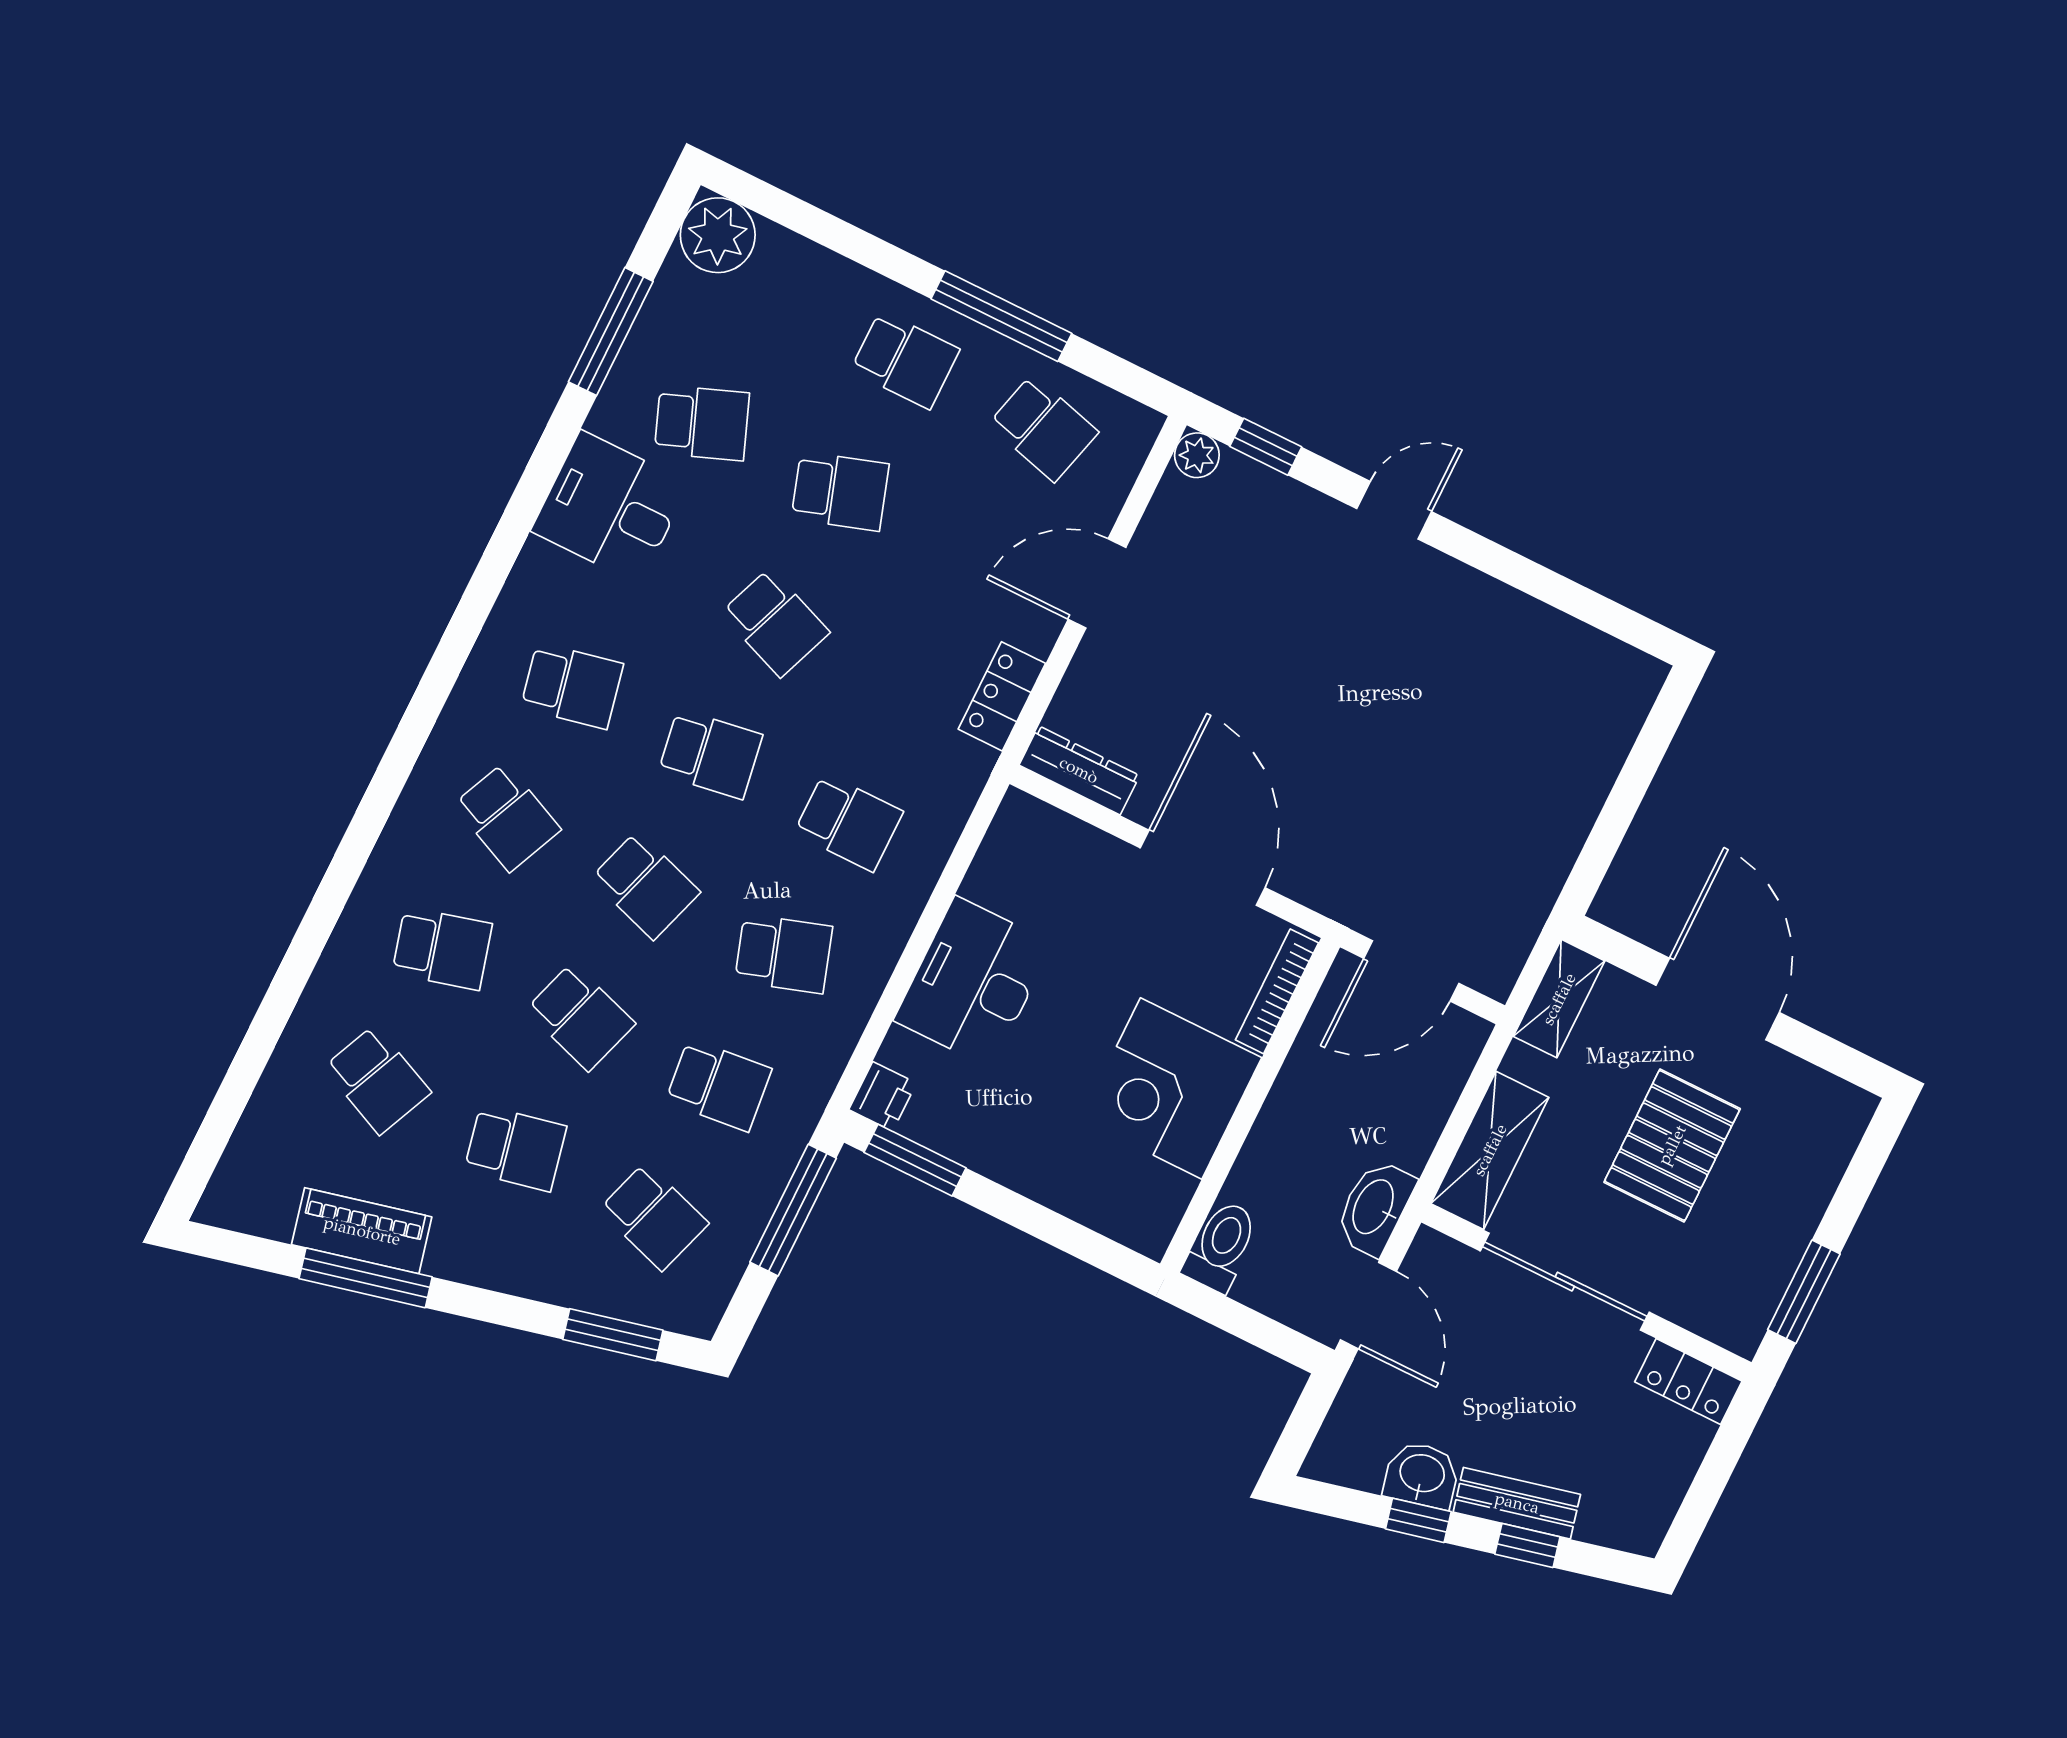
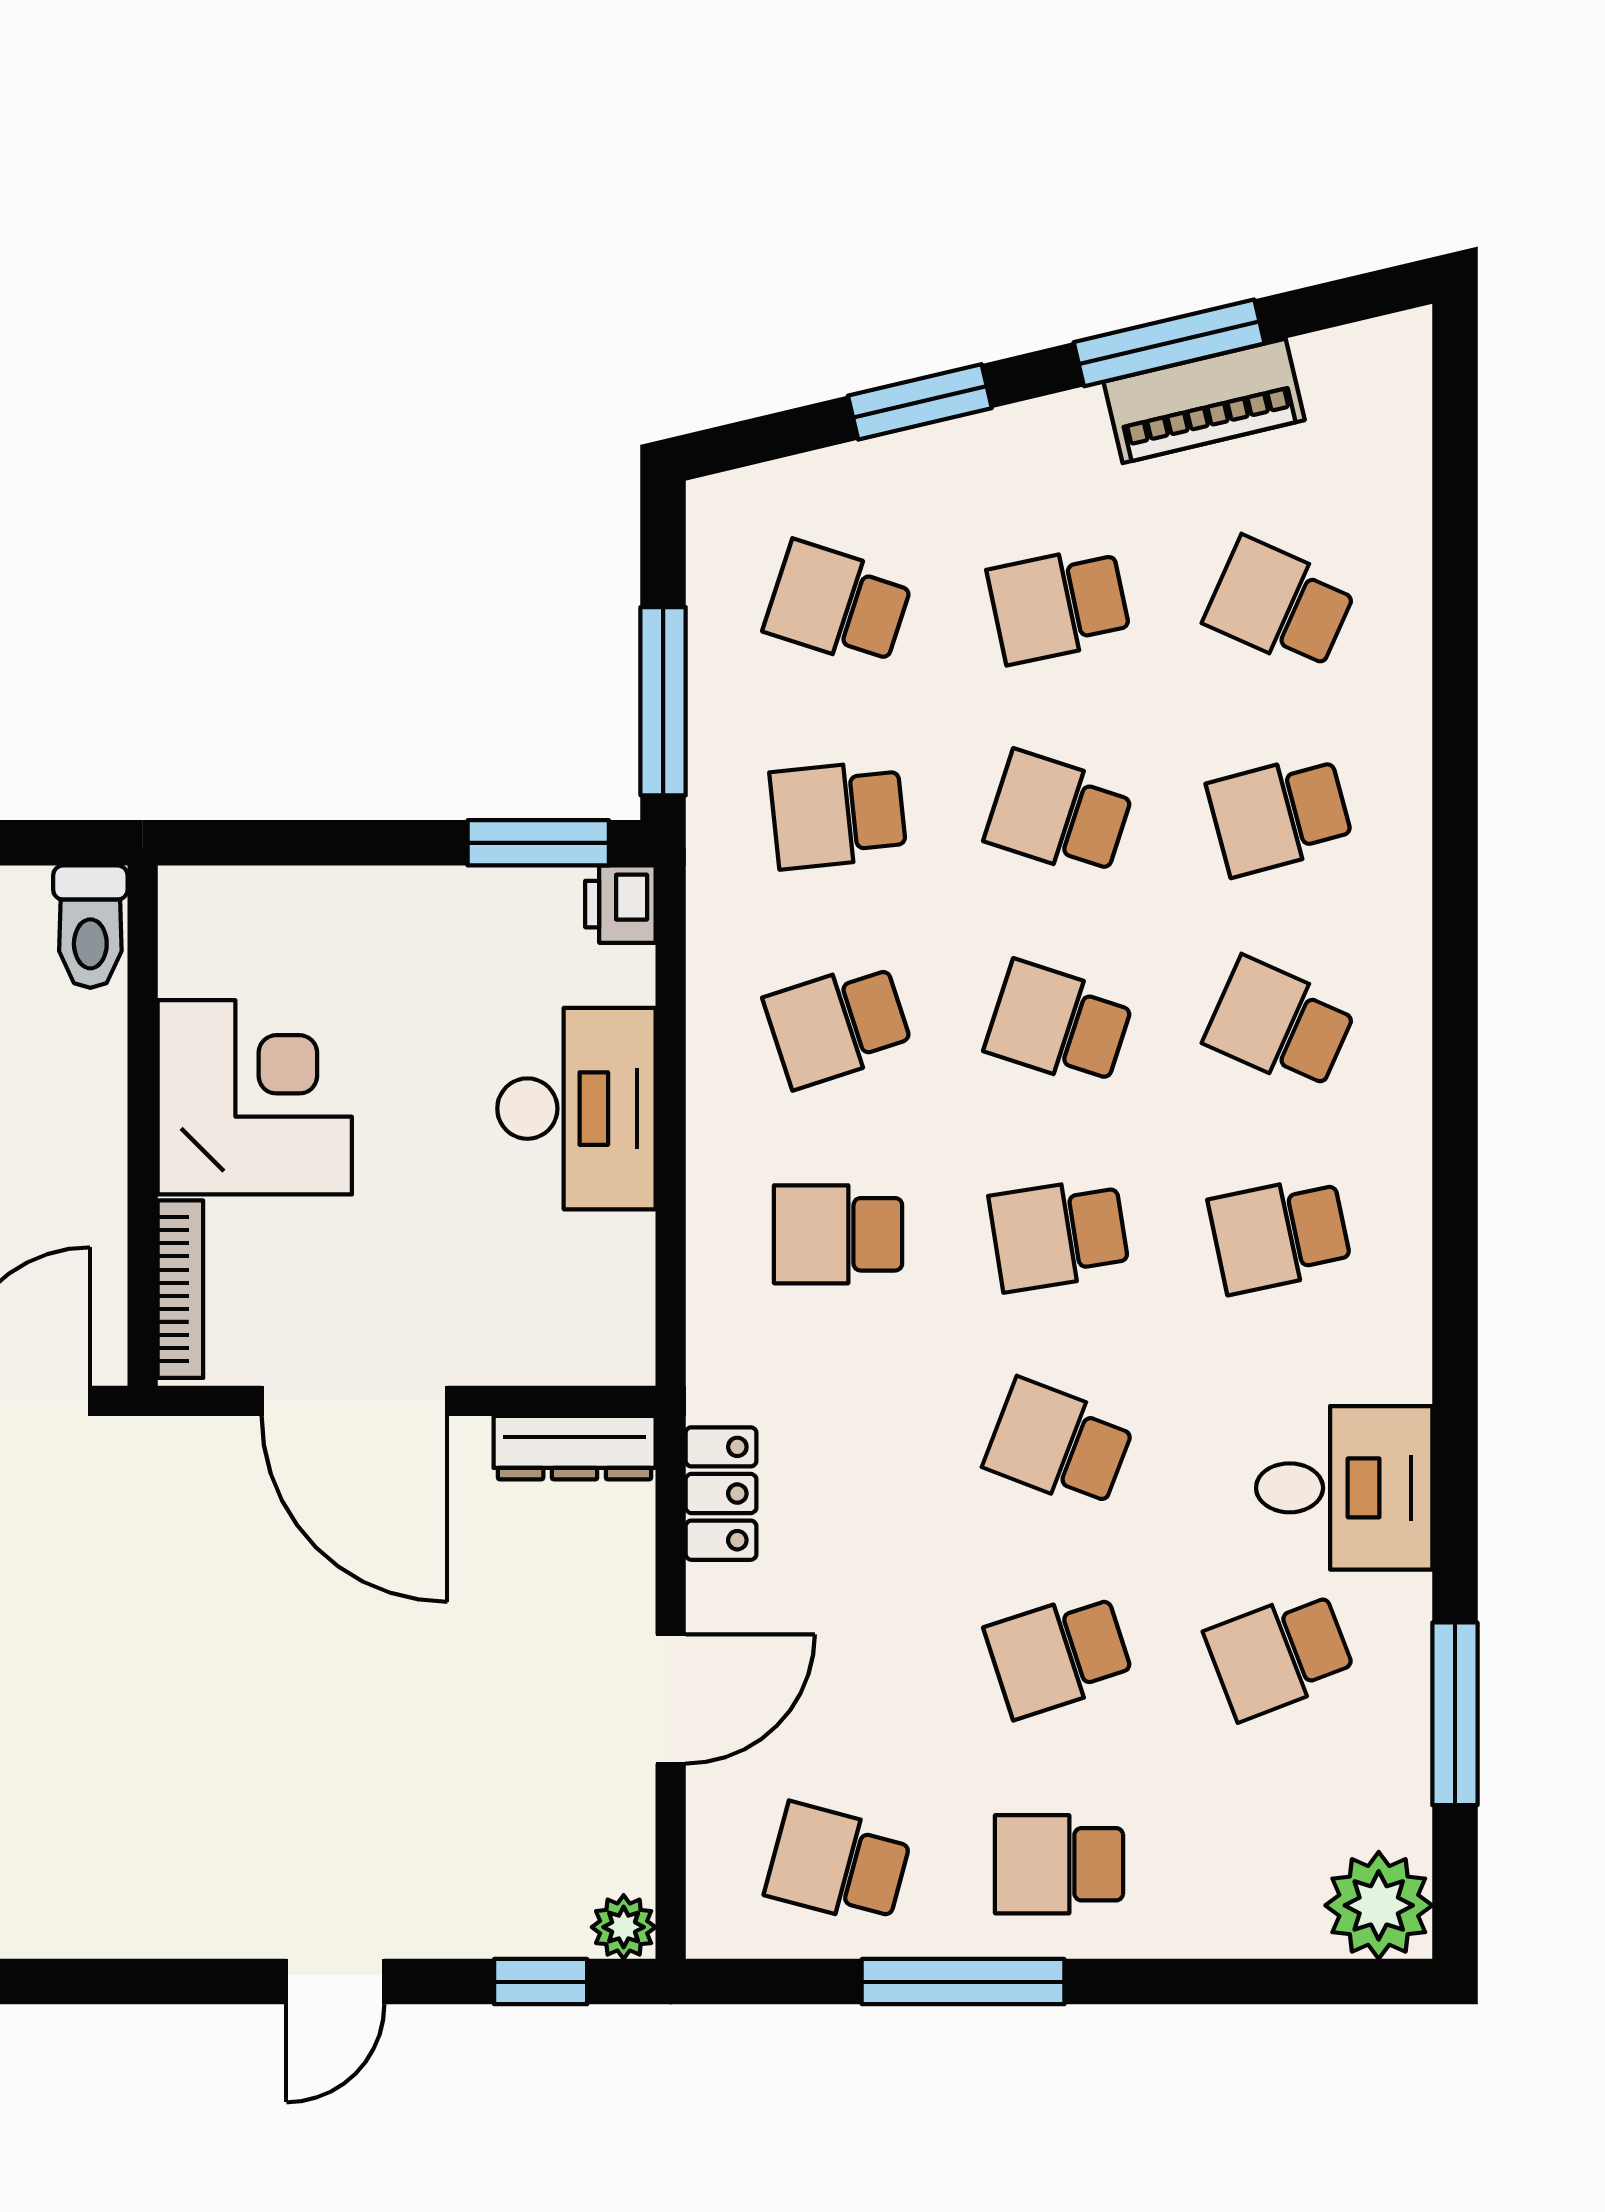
window: (613, 1335) -> (920, 402), moved

